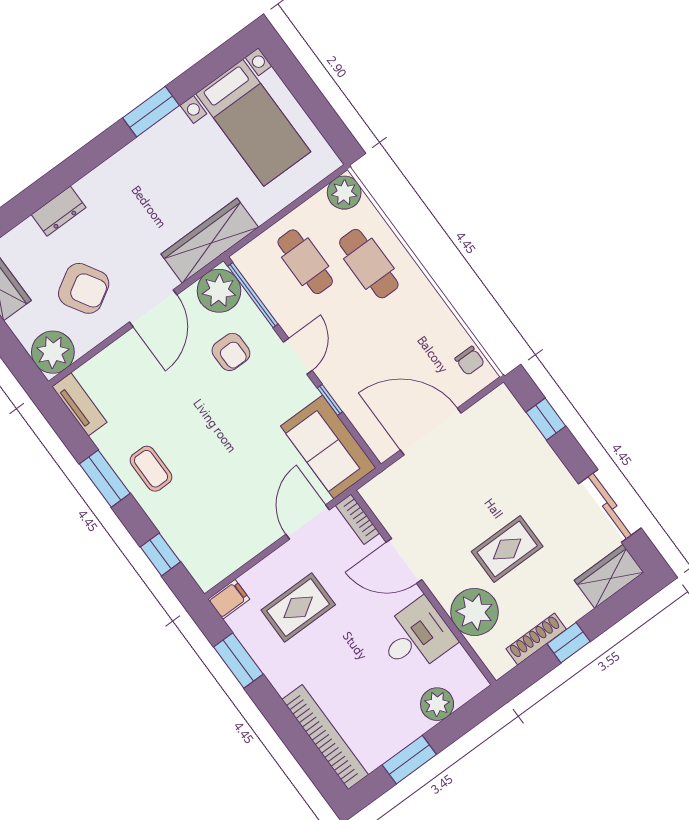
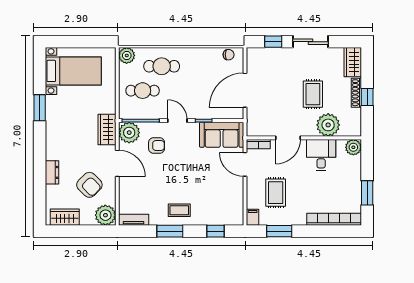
wardrobe: (210, 241) -> (107, 129), width x0.67
armchair: (84, 288) -> (89, 185), turned 76
sliding door: (610, 506) -> (311, 42), moved
shoe rack: (536, 639) -> (356, 93), moved
plant: (437, 704) -> (353, 147), moved

